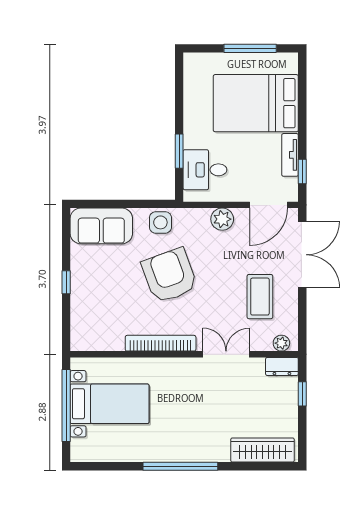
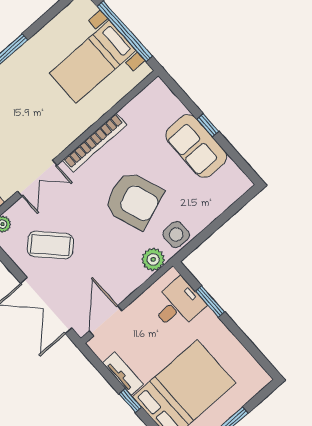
window: (302, 172) -> (130, 401), moved
plant: (222, 219) -> (153, 259), moved
sofa: (101, 226) -> (196, 146), moved, turned -90
coffee table: (260, 297) -> (50, 245), turned -44

